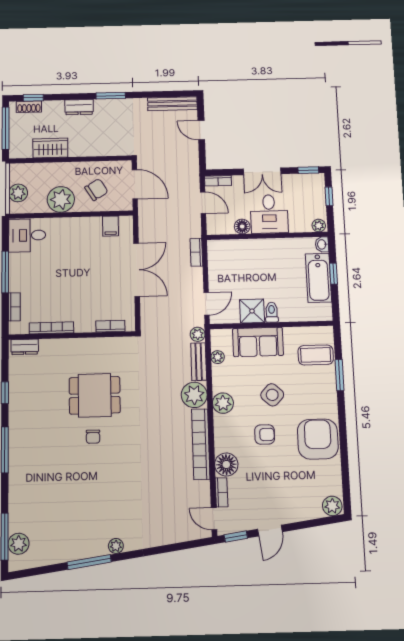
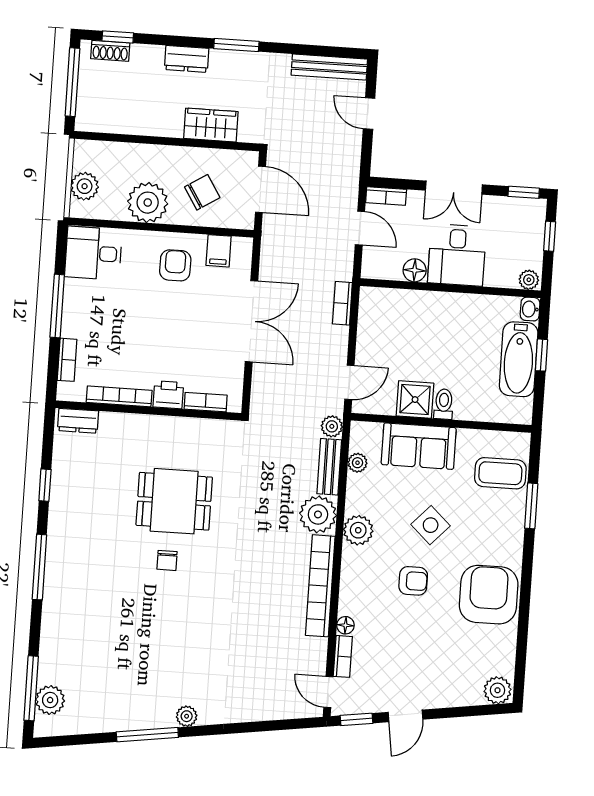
wardrobe: (50, 148) -> (211, 125), moved
armchair: (82, 238) -> (175, 265), added
printer: (85, 324) -> (168, 395), added
floor lamp: (226, 464) -> (345, 625), width x0.53, depth x0.53

